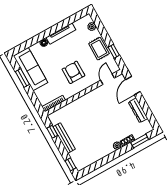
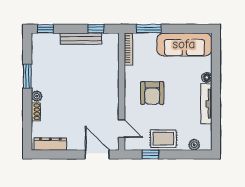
armchair: (73, 72) -> (152, 93), turned 90
window: (22, 78) -> (149, 29), moved
dresser: (138, 110) -> (50, 144), moved
window: (140, 141) -> (27, 76), moved

